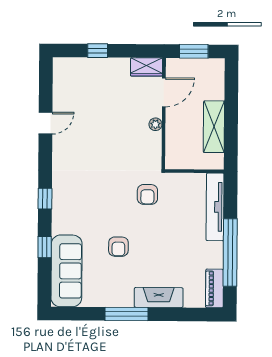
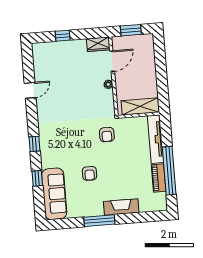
shelving: (214, 127) -> (140, 106), moved, turned 90
piano: (214, 288) -> (159, 178), moved

